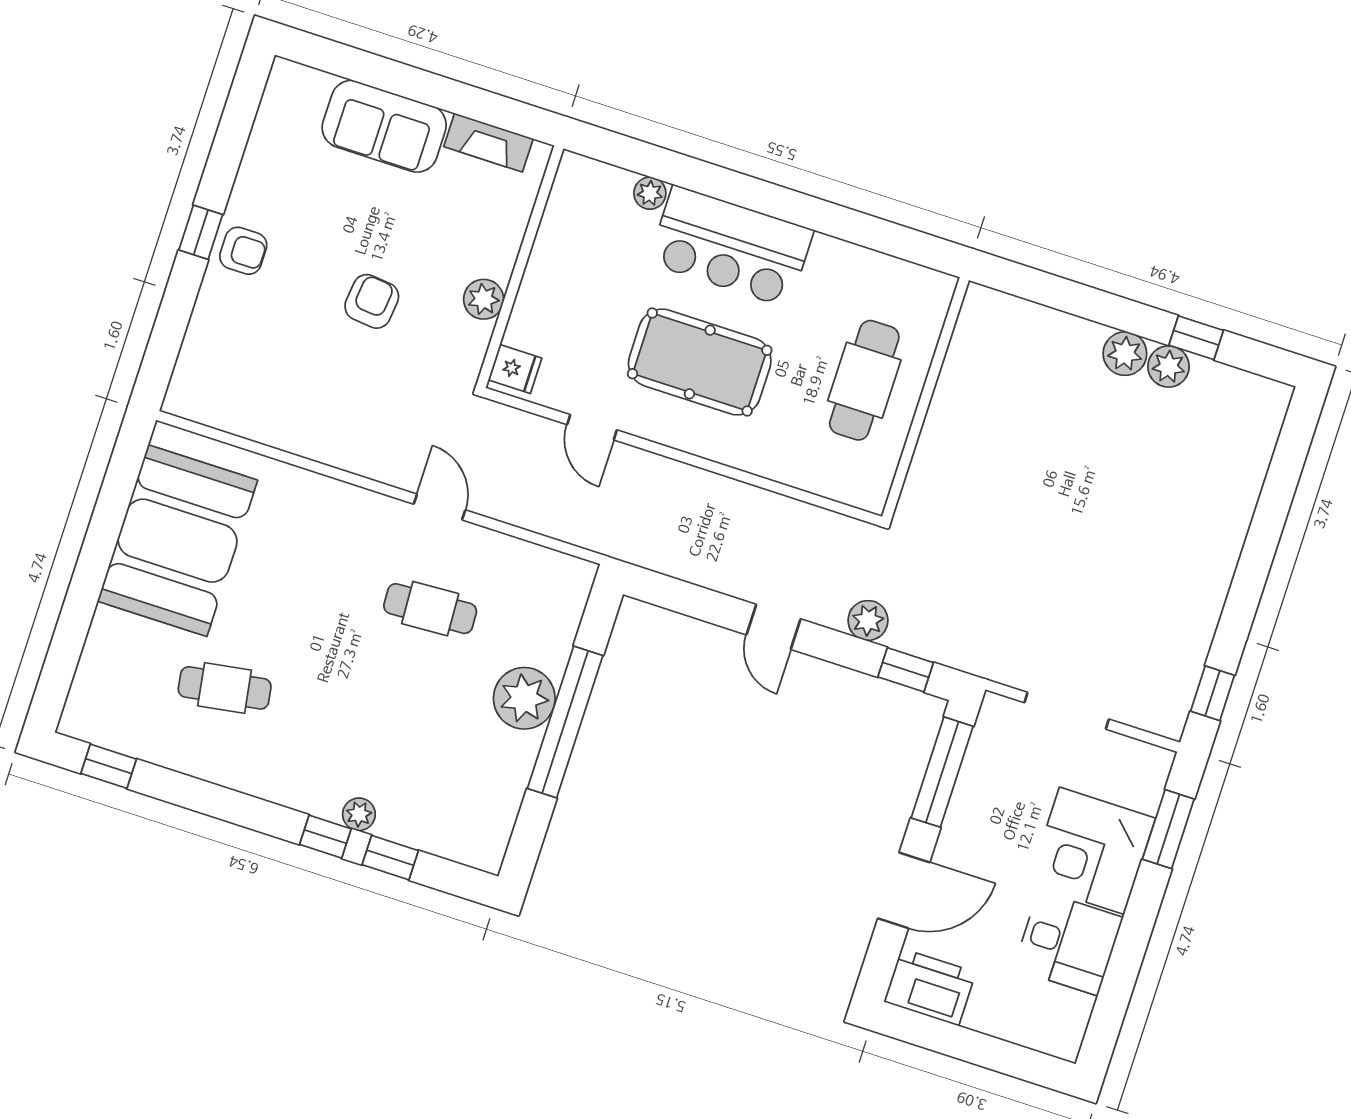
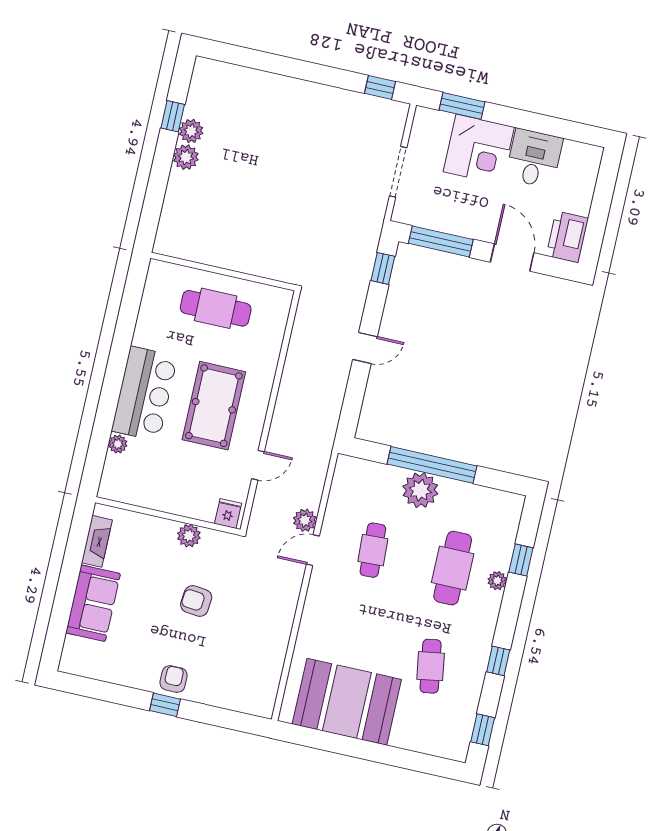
plant: (868, 620) -> (305, 520), moved
cafe table: (387, 741) -> (453, 568), added
window: (325, 837) -> (498, 661), moved

